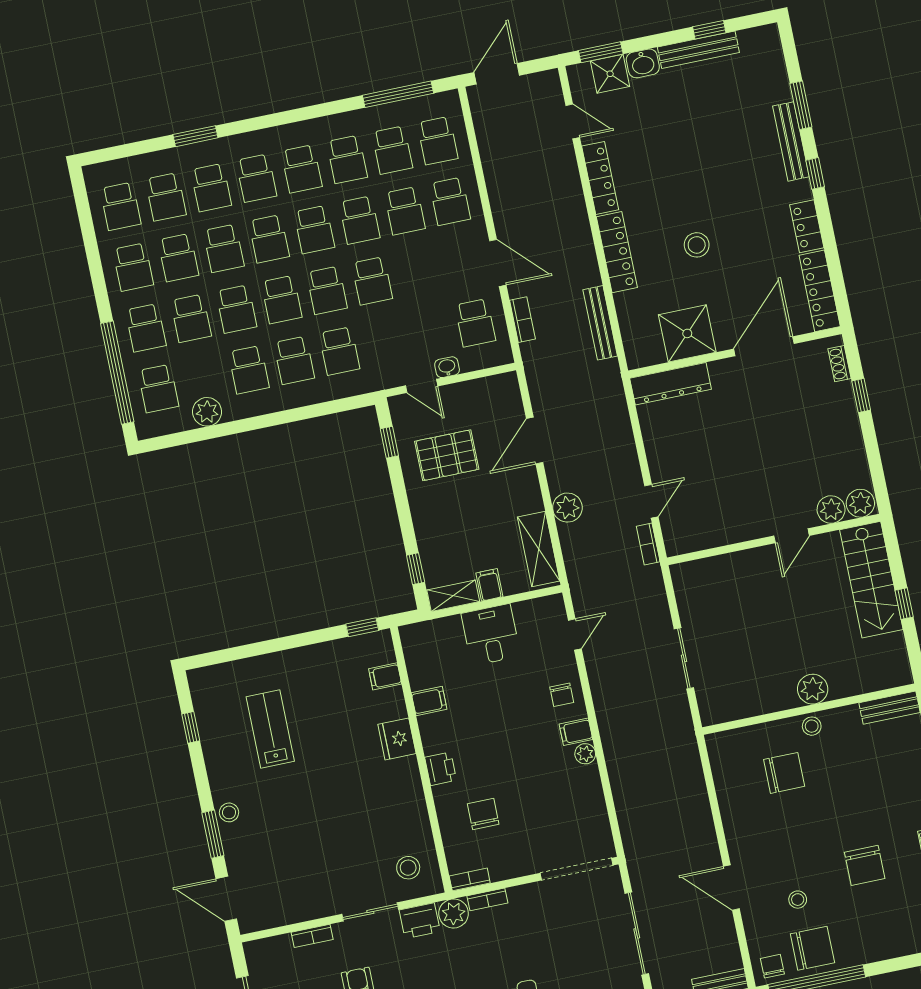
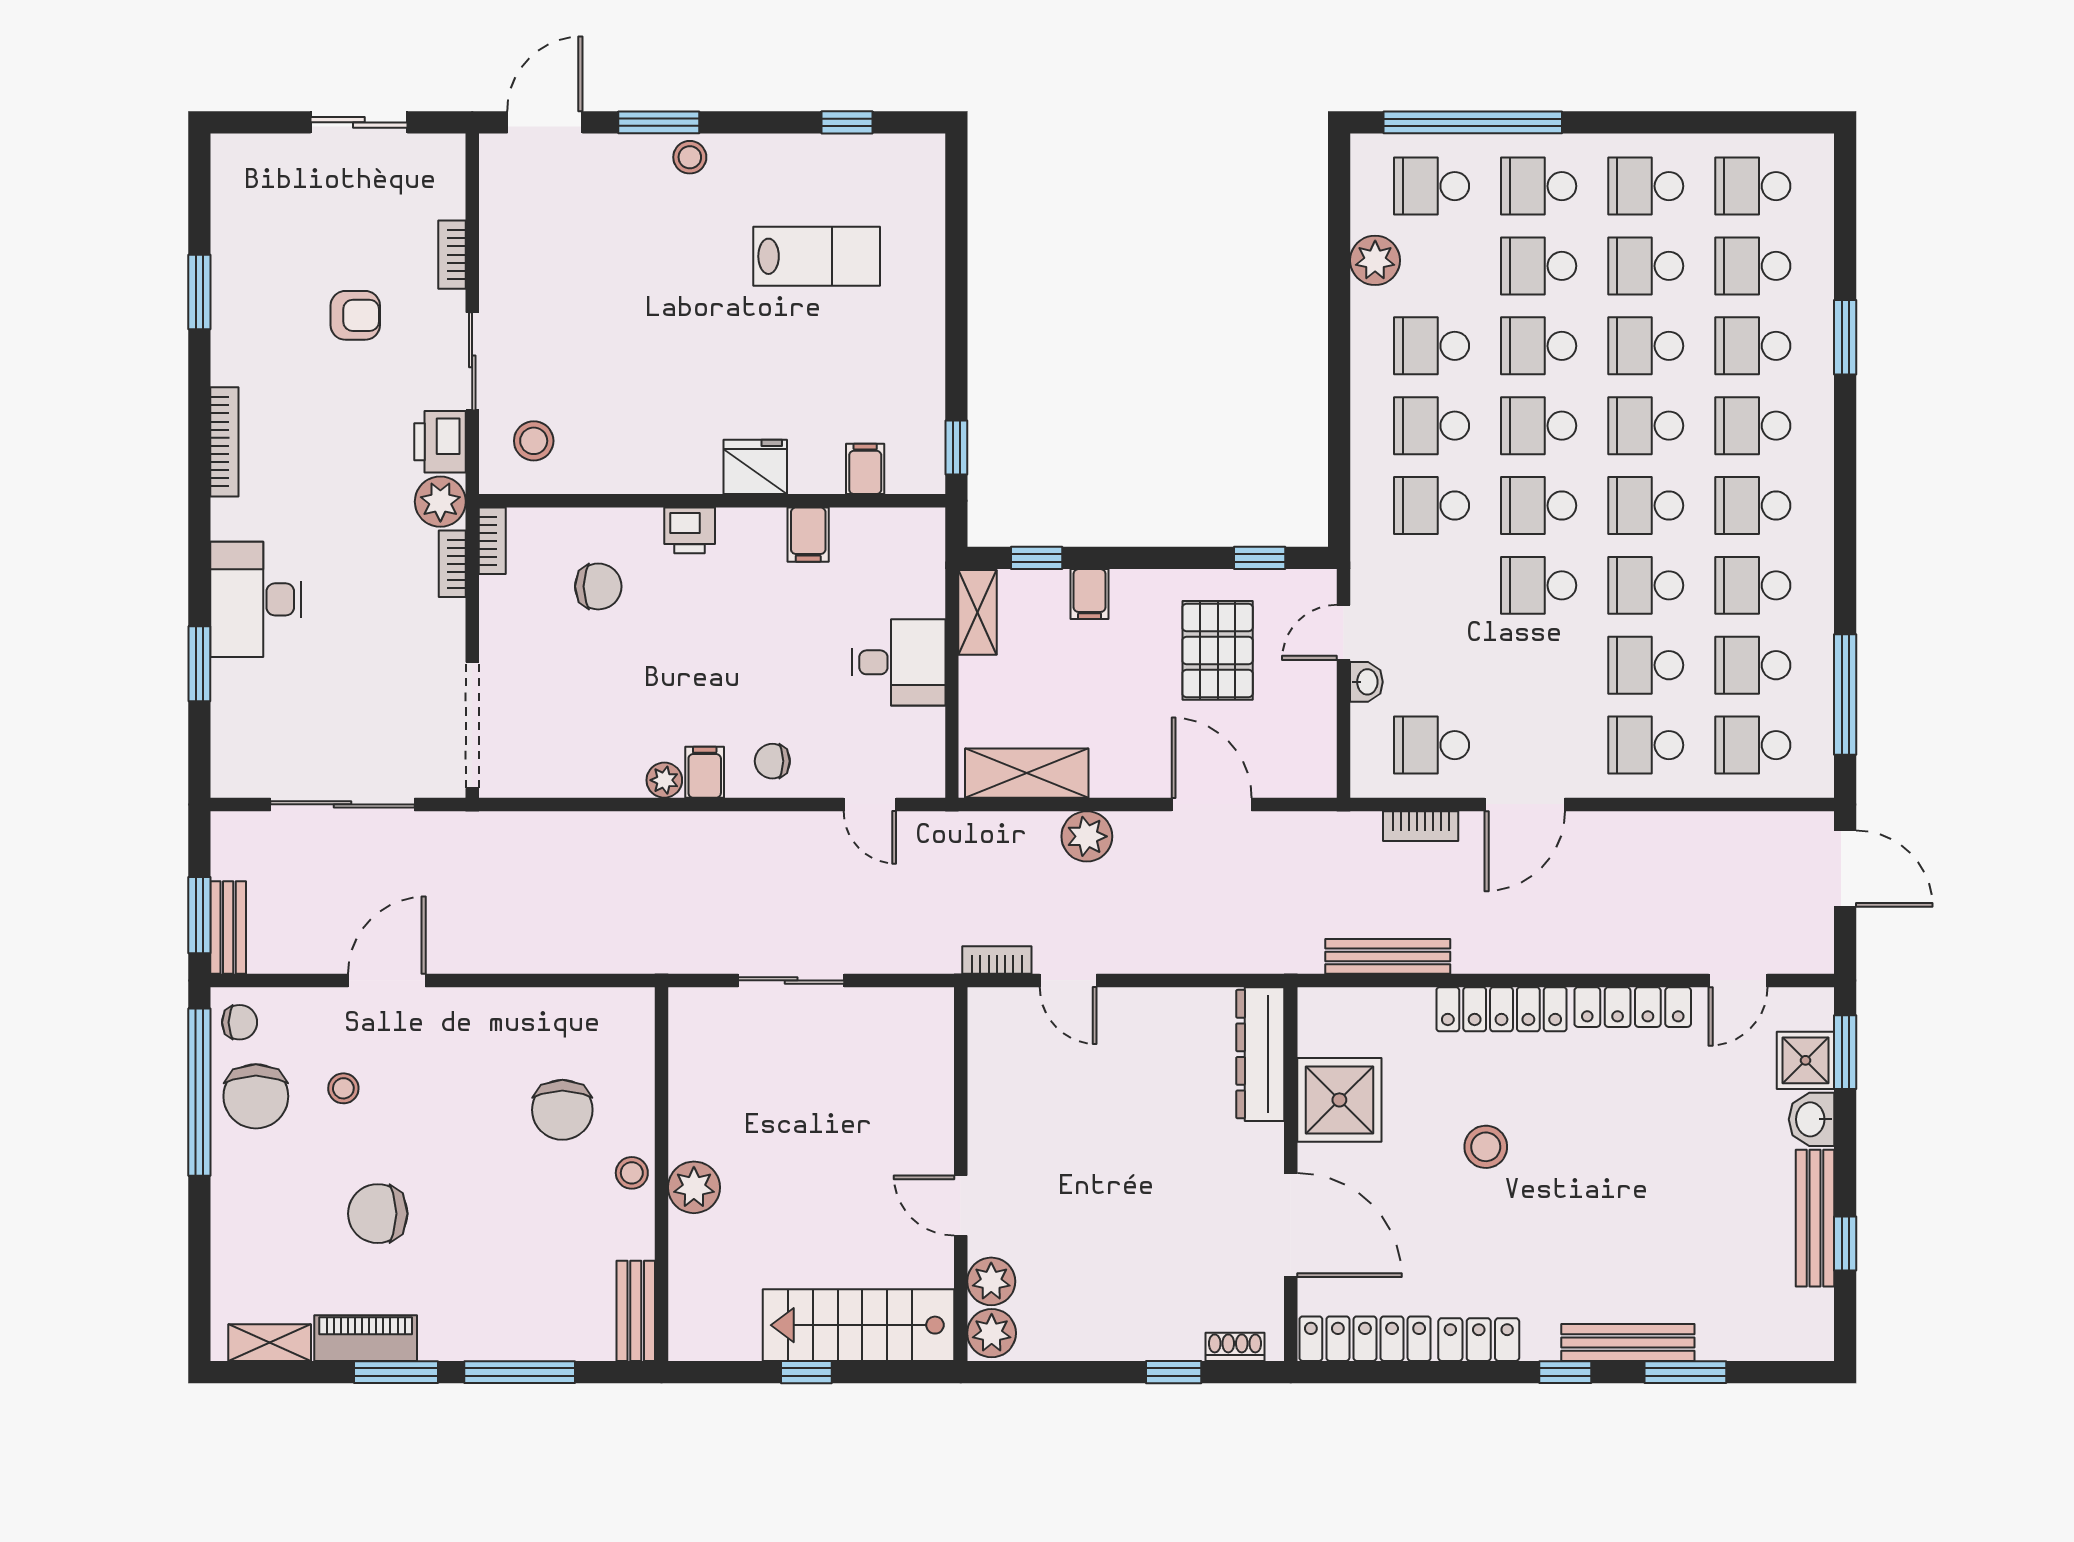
filing cabinet: (489, 585) -> (1090, 594), moved, turned 90

